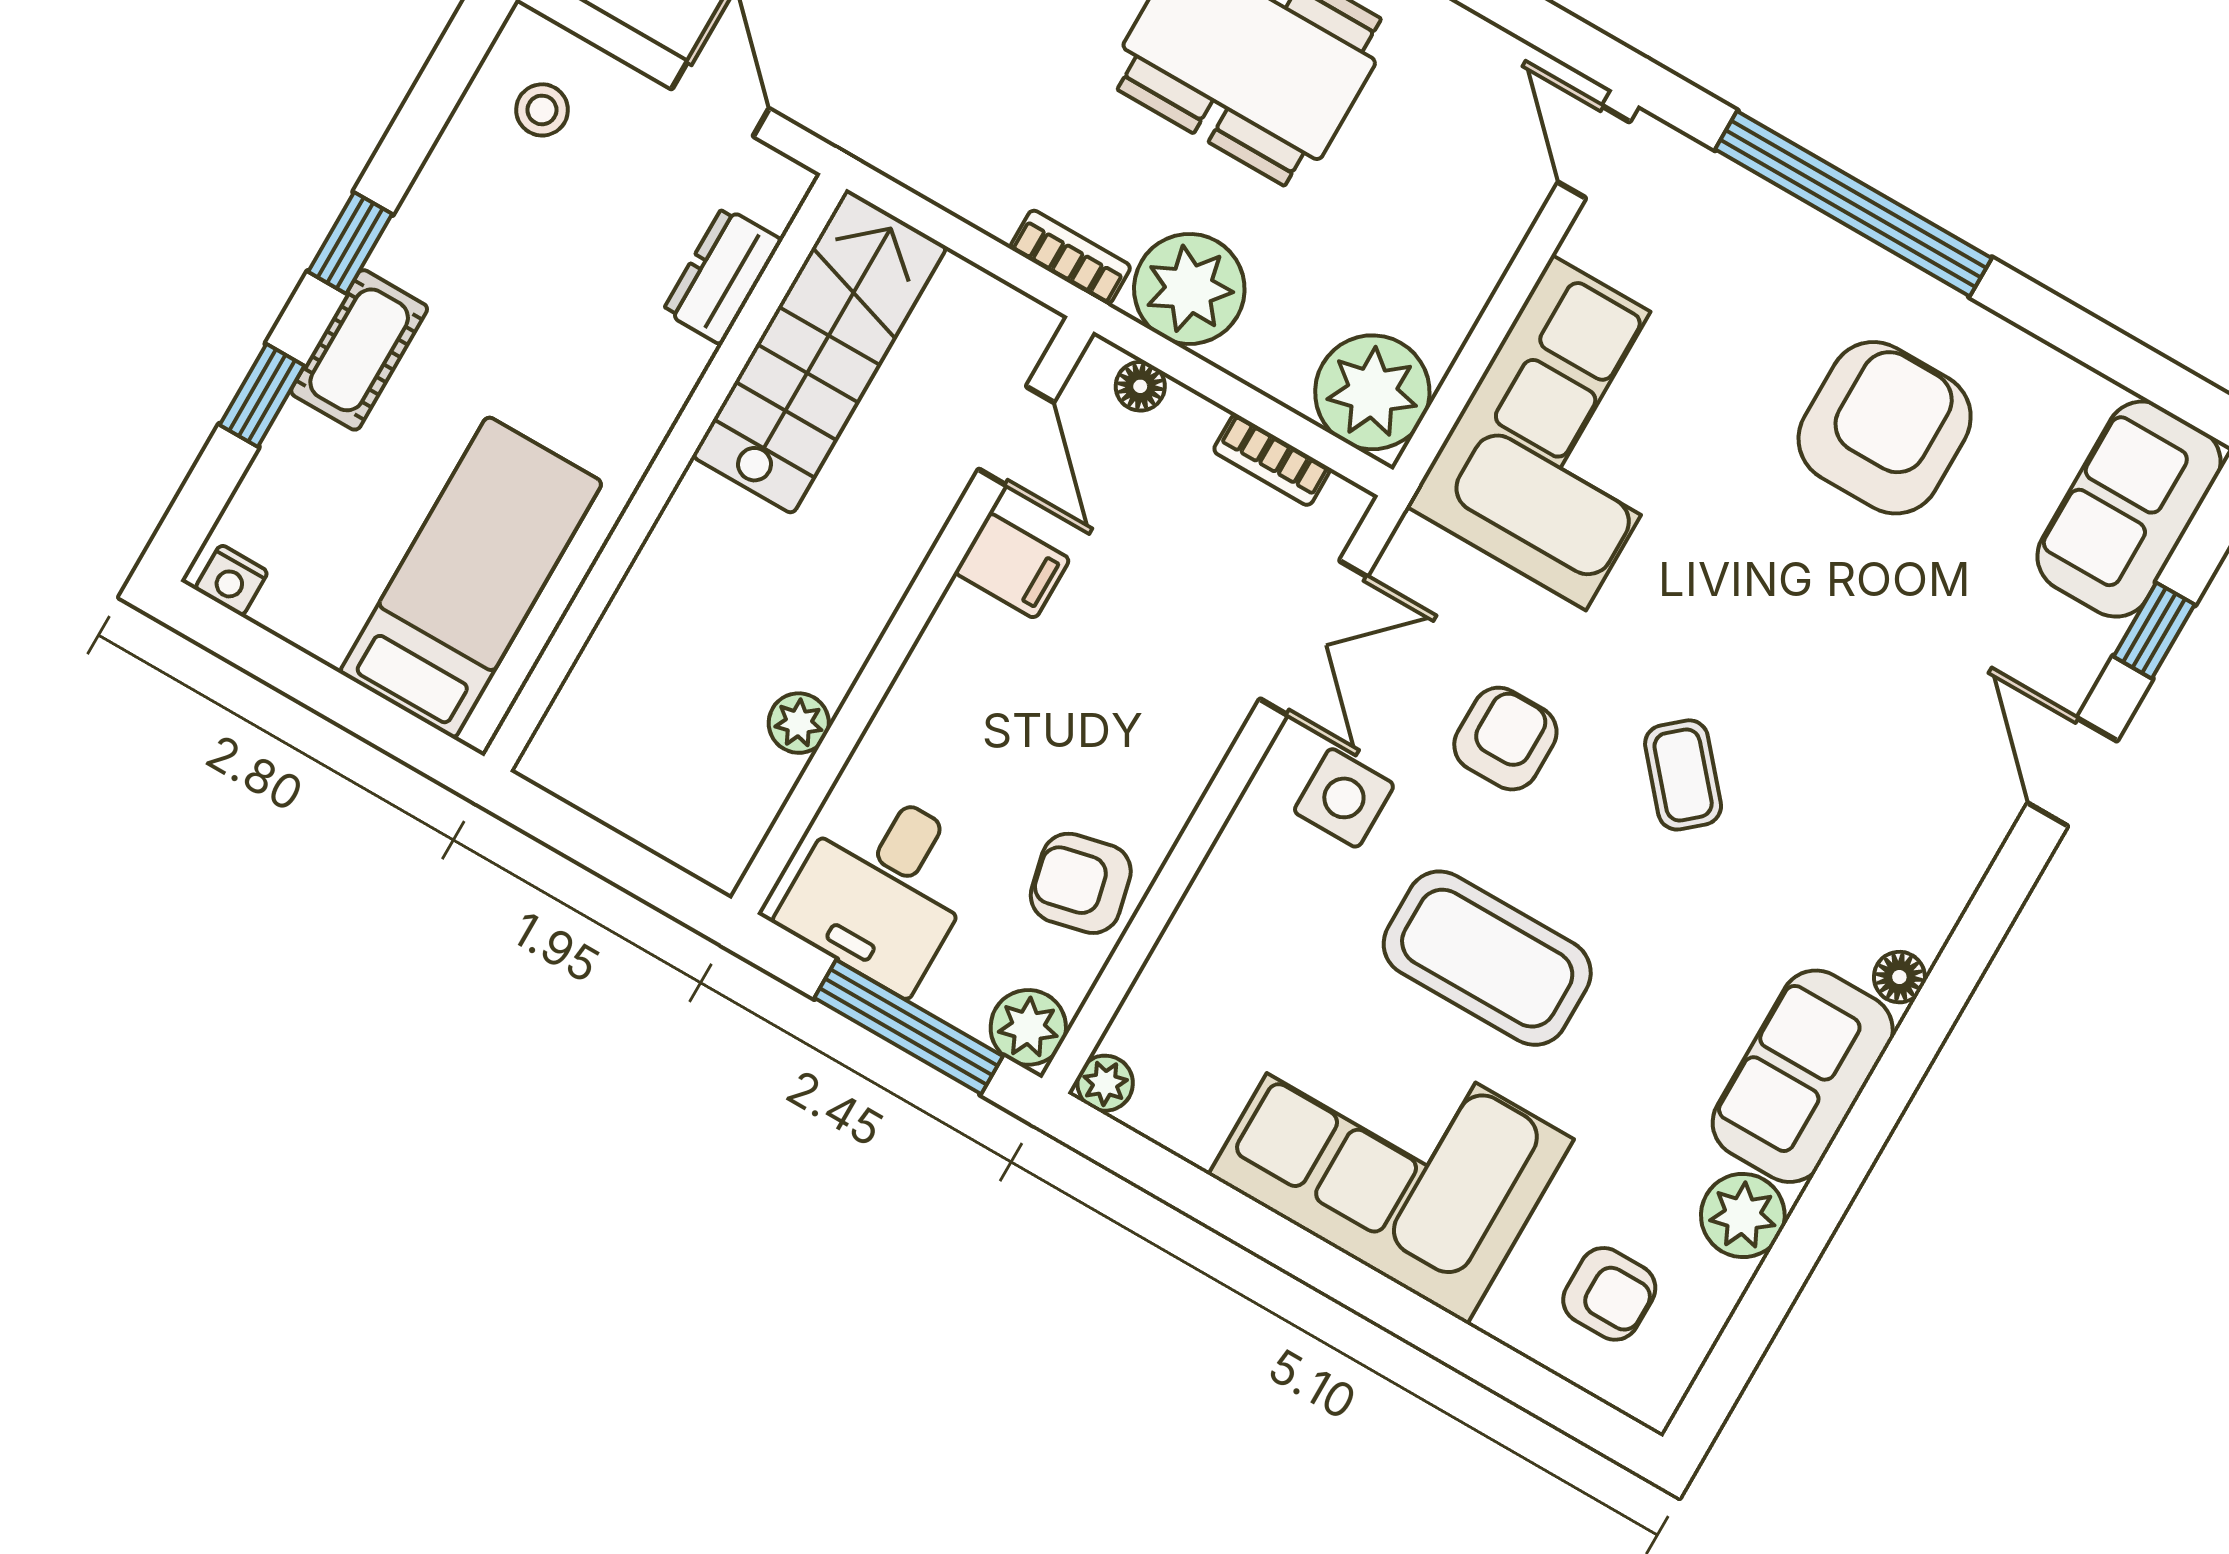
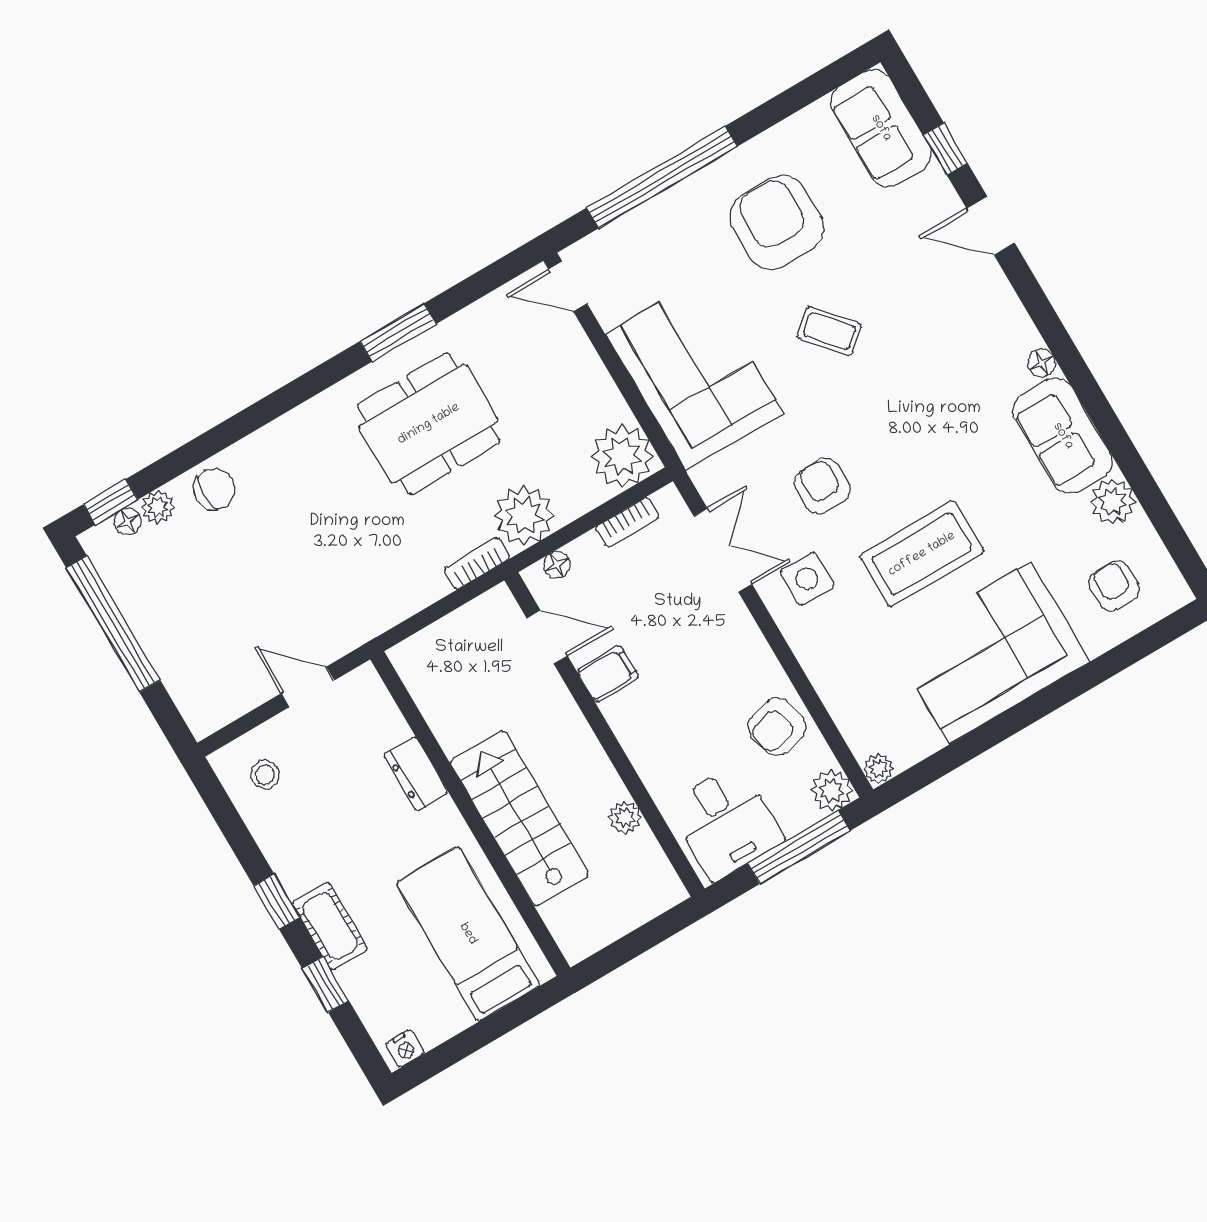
dresser: (722, 276) -> (416, 774), moved
stairs: (820, 352) -> (519, 818), moved
coffee table: (1683, 775) -> (829, 331), moved
armchair: (1609, 1294) -> (1114, 586), turned -90

